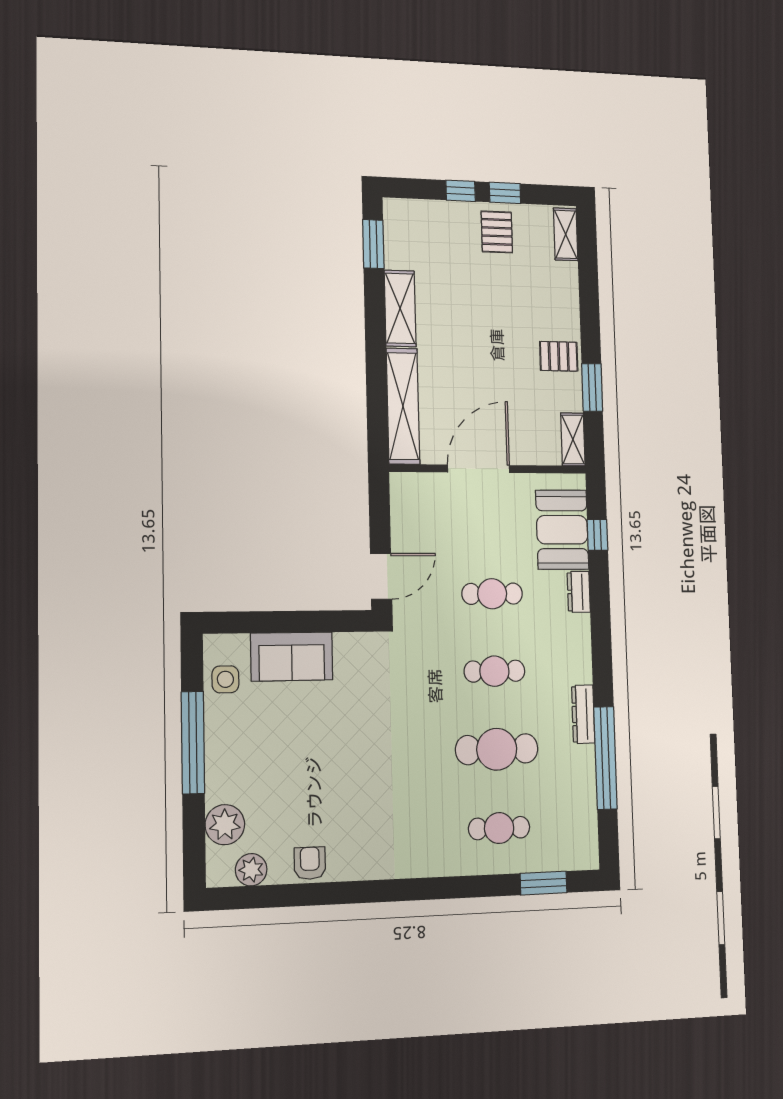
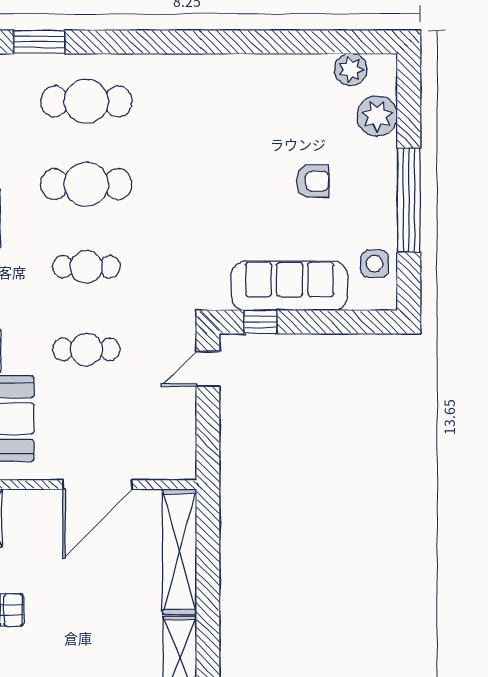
door: (381, 576) -> (208, 369), width x0.73
window: (333, 621) -> (260, 322), added
sofa: (292, 657) -> (290, 286), width x1.36
cafe table: (499, 828) -> (86, 101), width x1.37, depth x1.35
armchair: (310, 863) -> (313, 181), moved, turned -90

